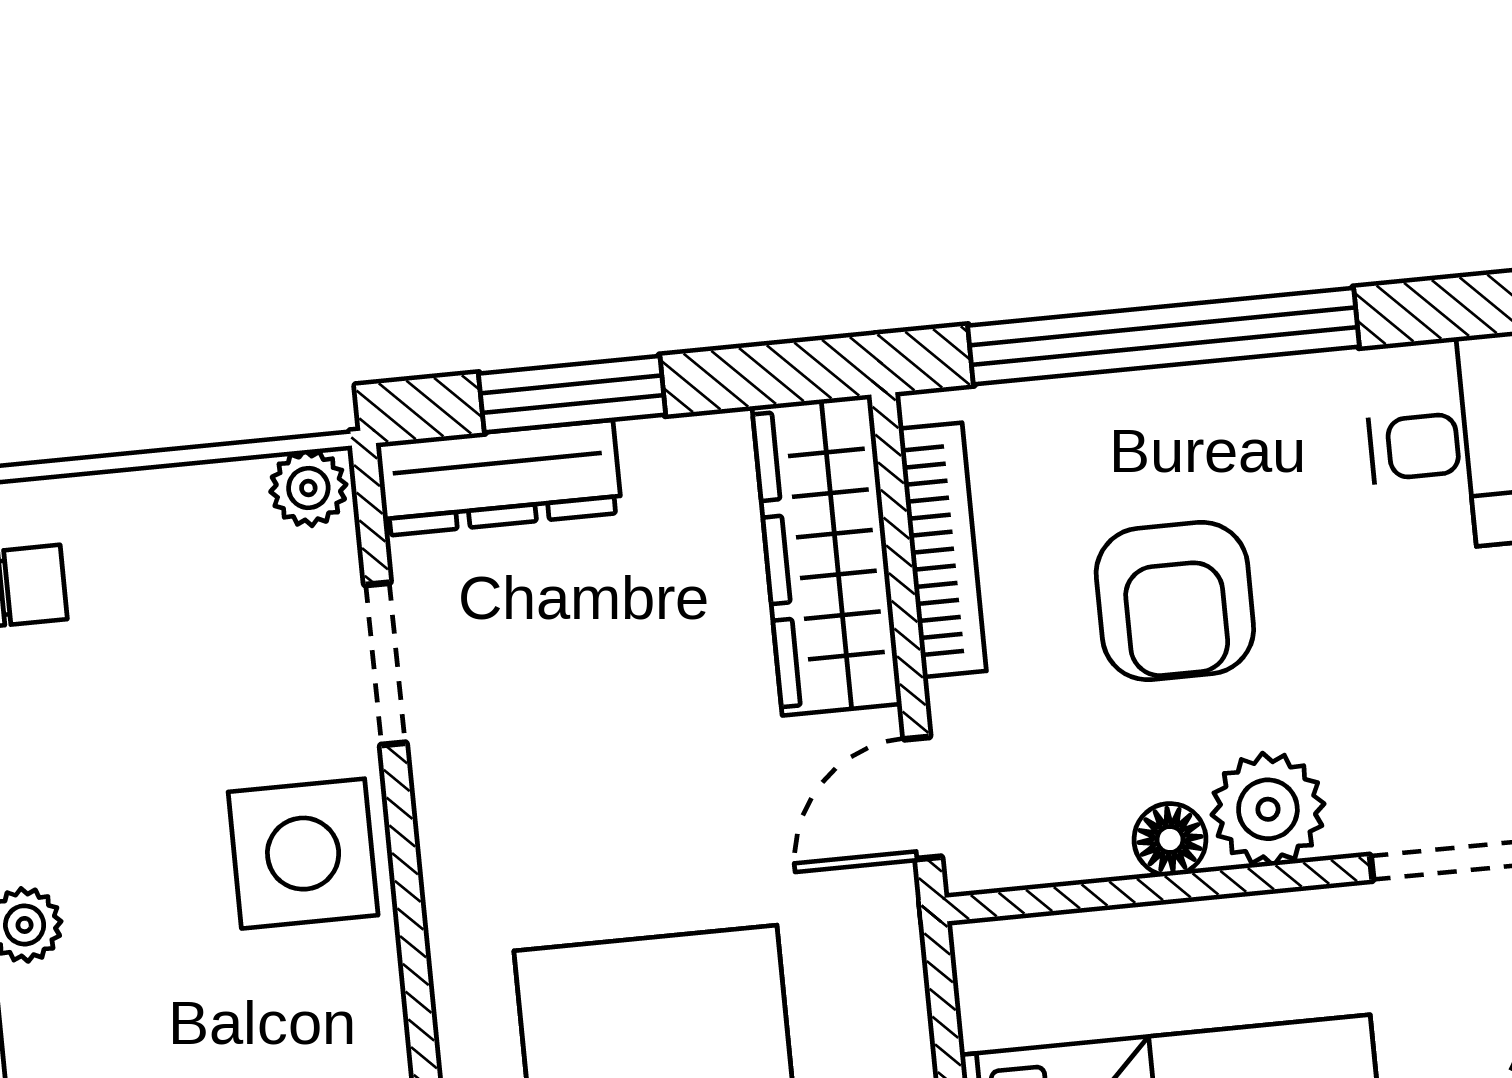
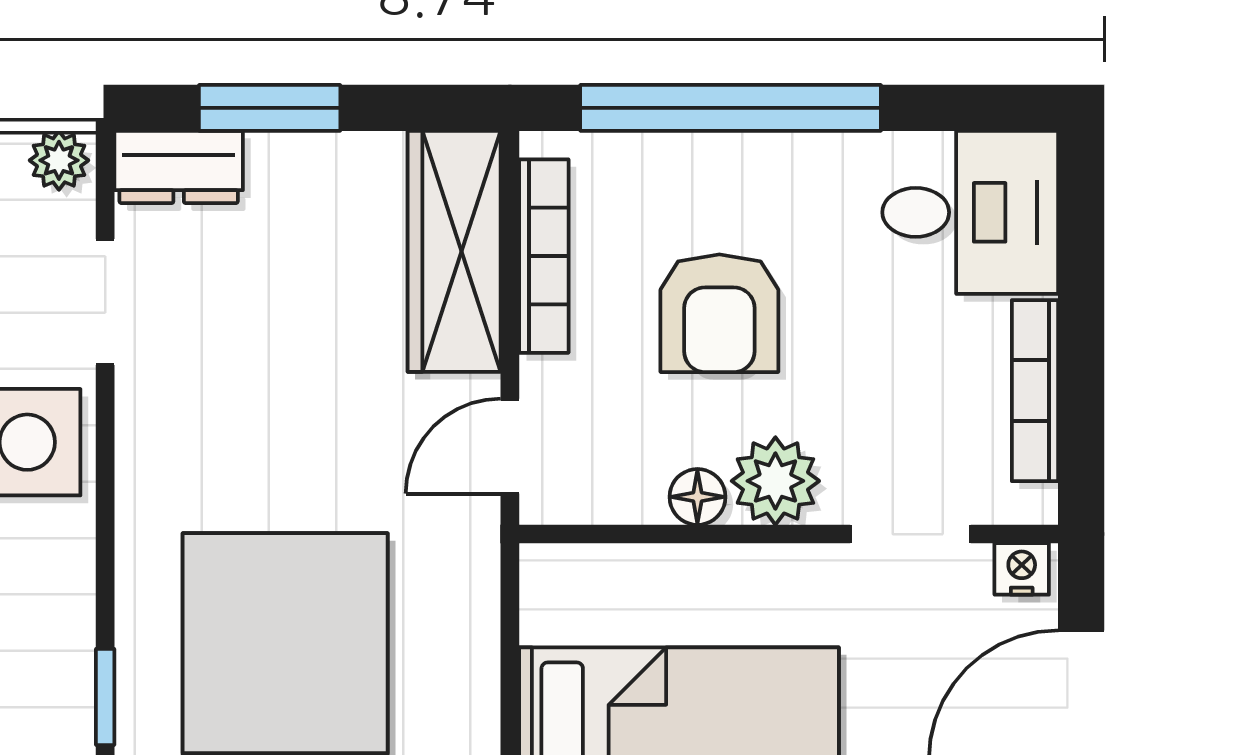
dresser: (499, 478) -> (179, 167), width x0.70

